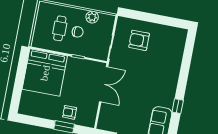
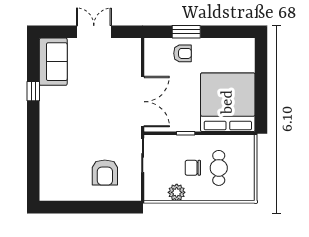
armchair: (139, 40) -> (105, 172), turned 90
double door: (104, 84) -> (143, 102), swing flipped

